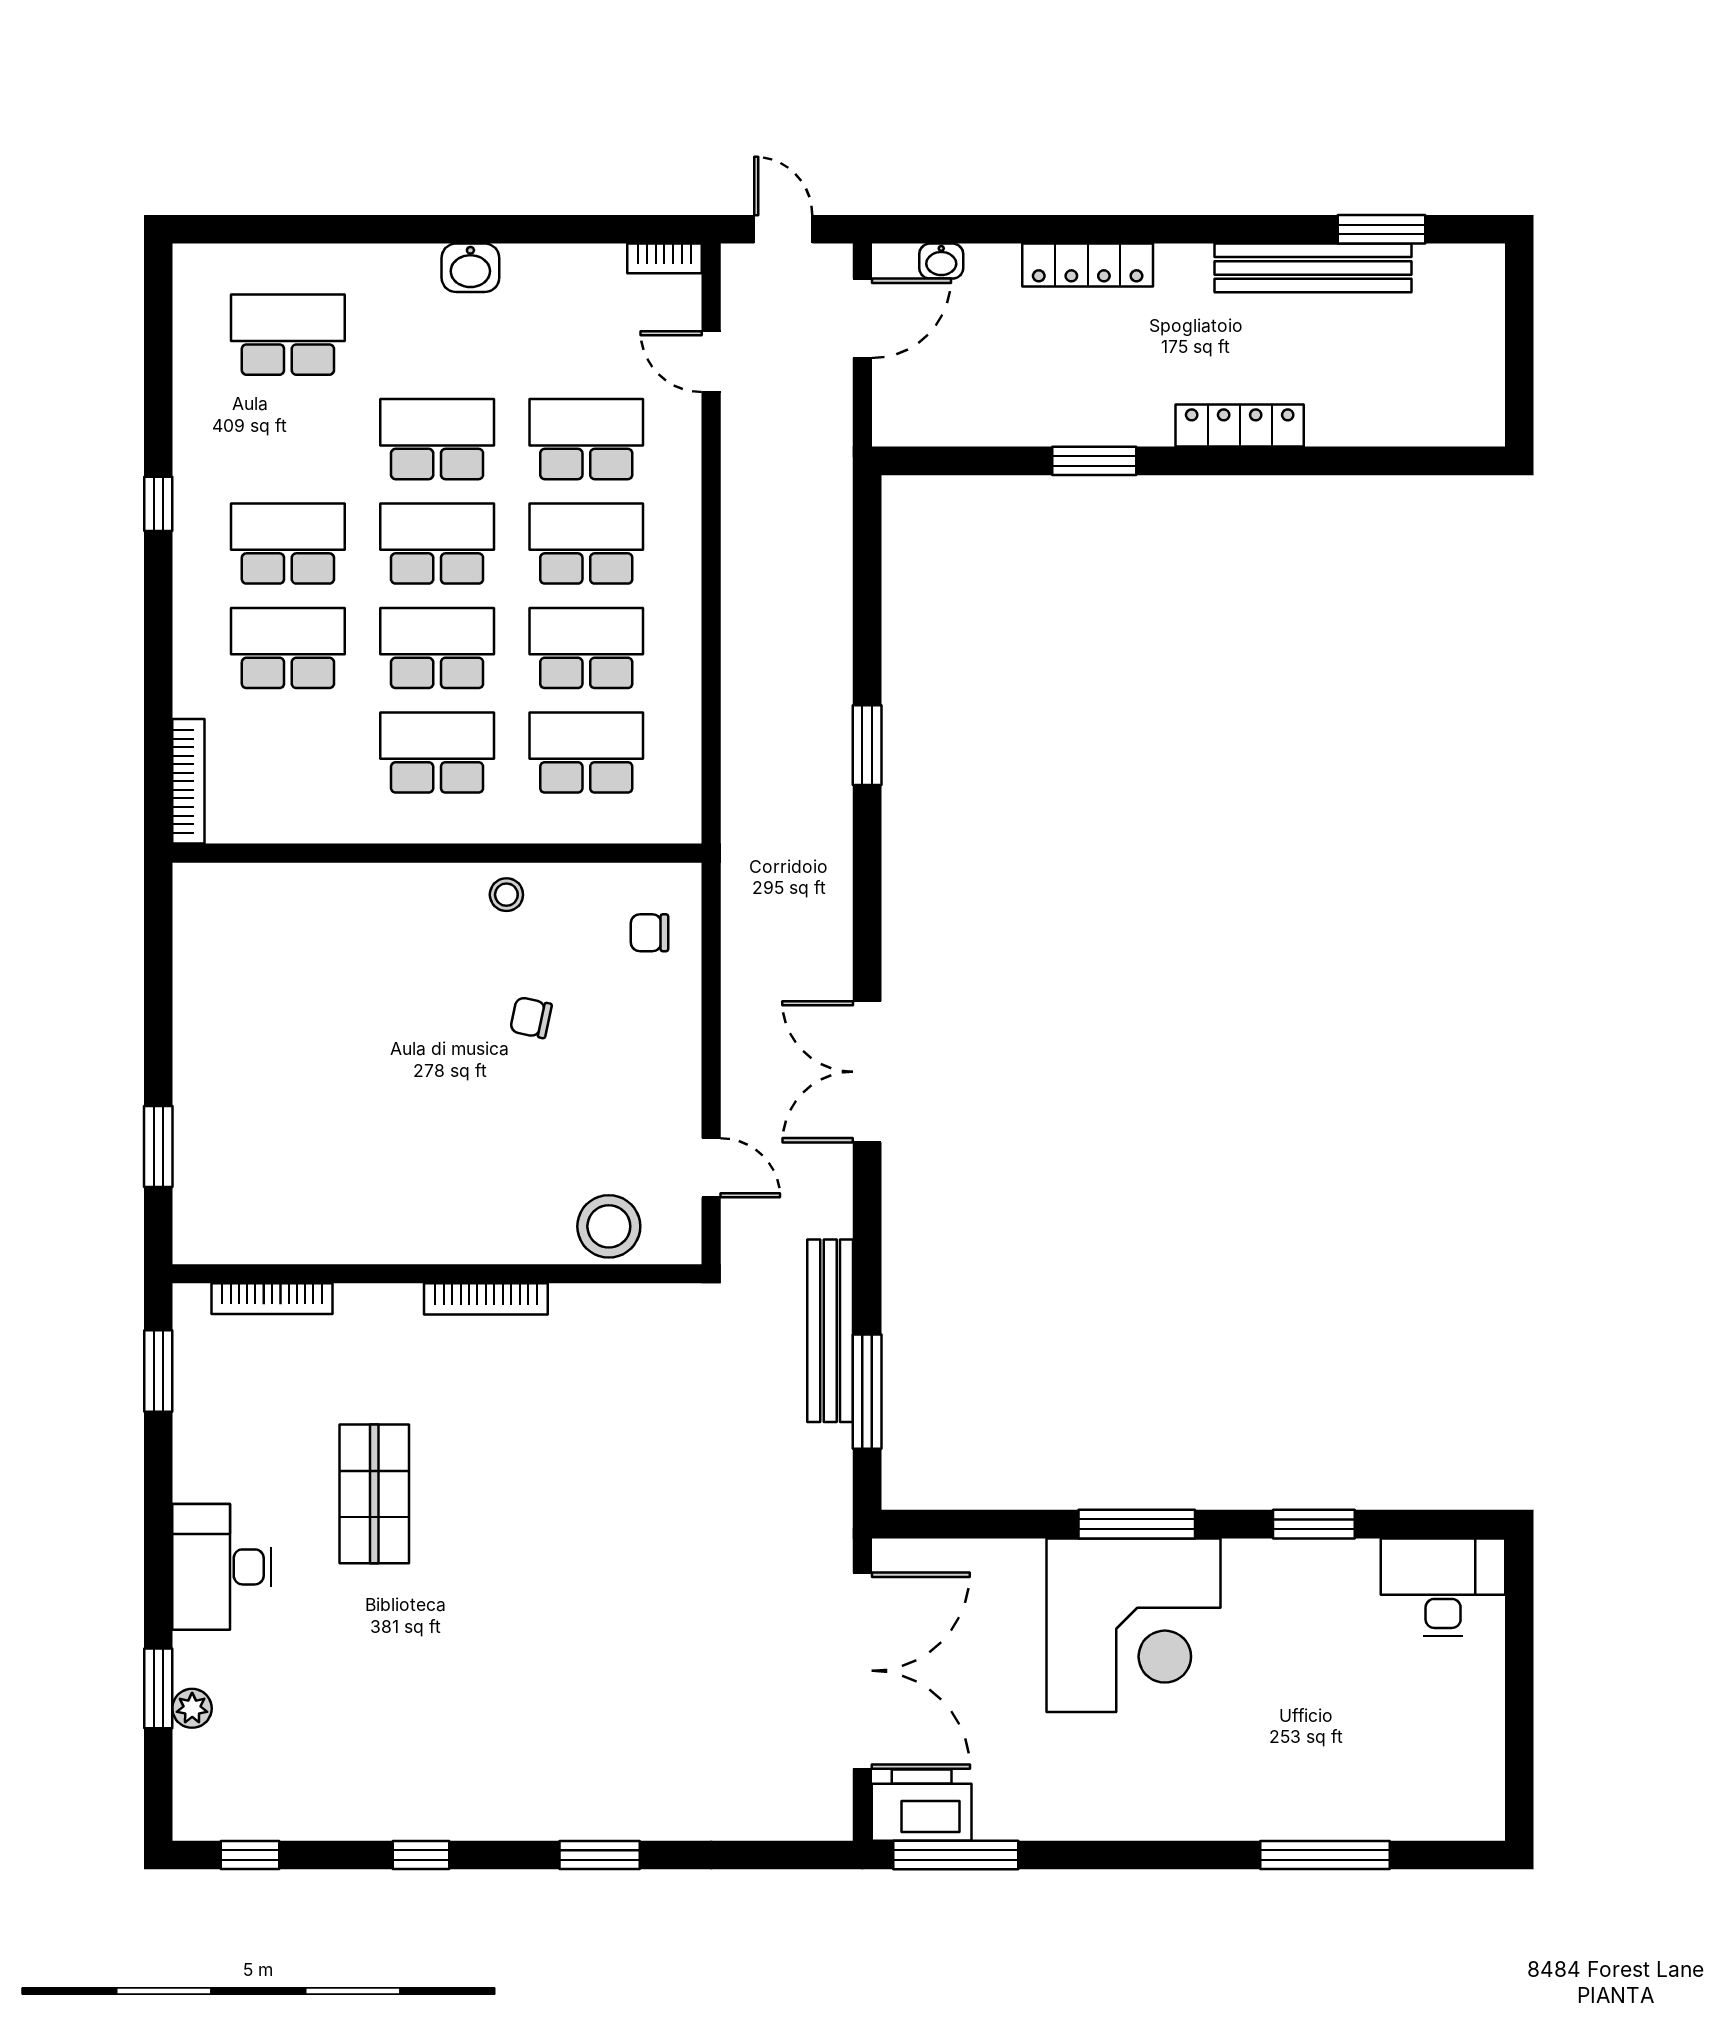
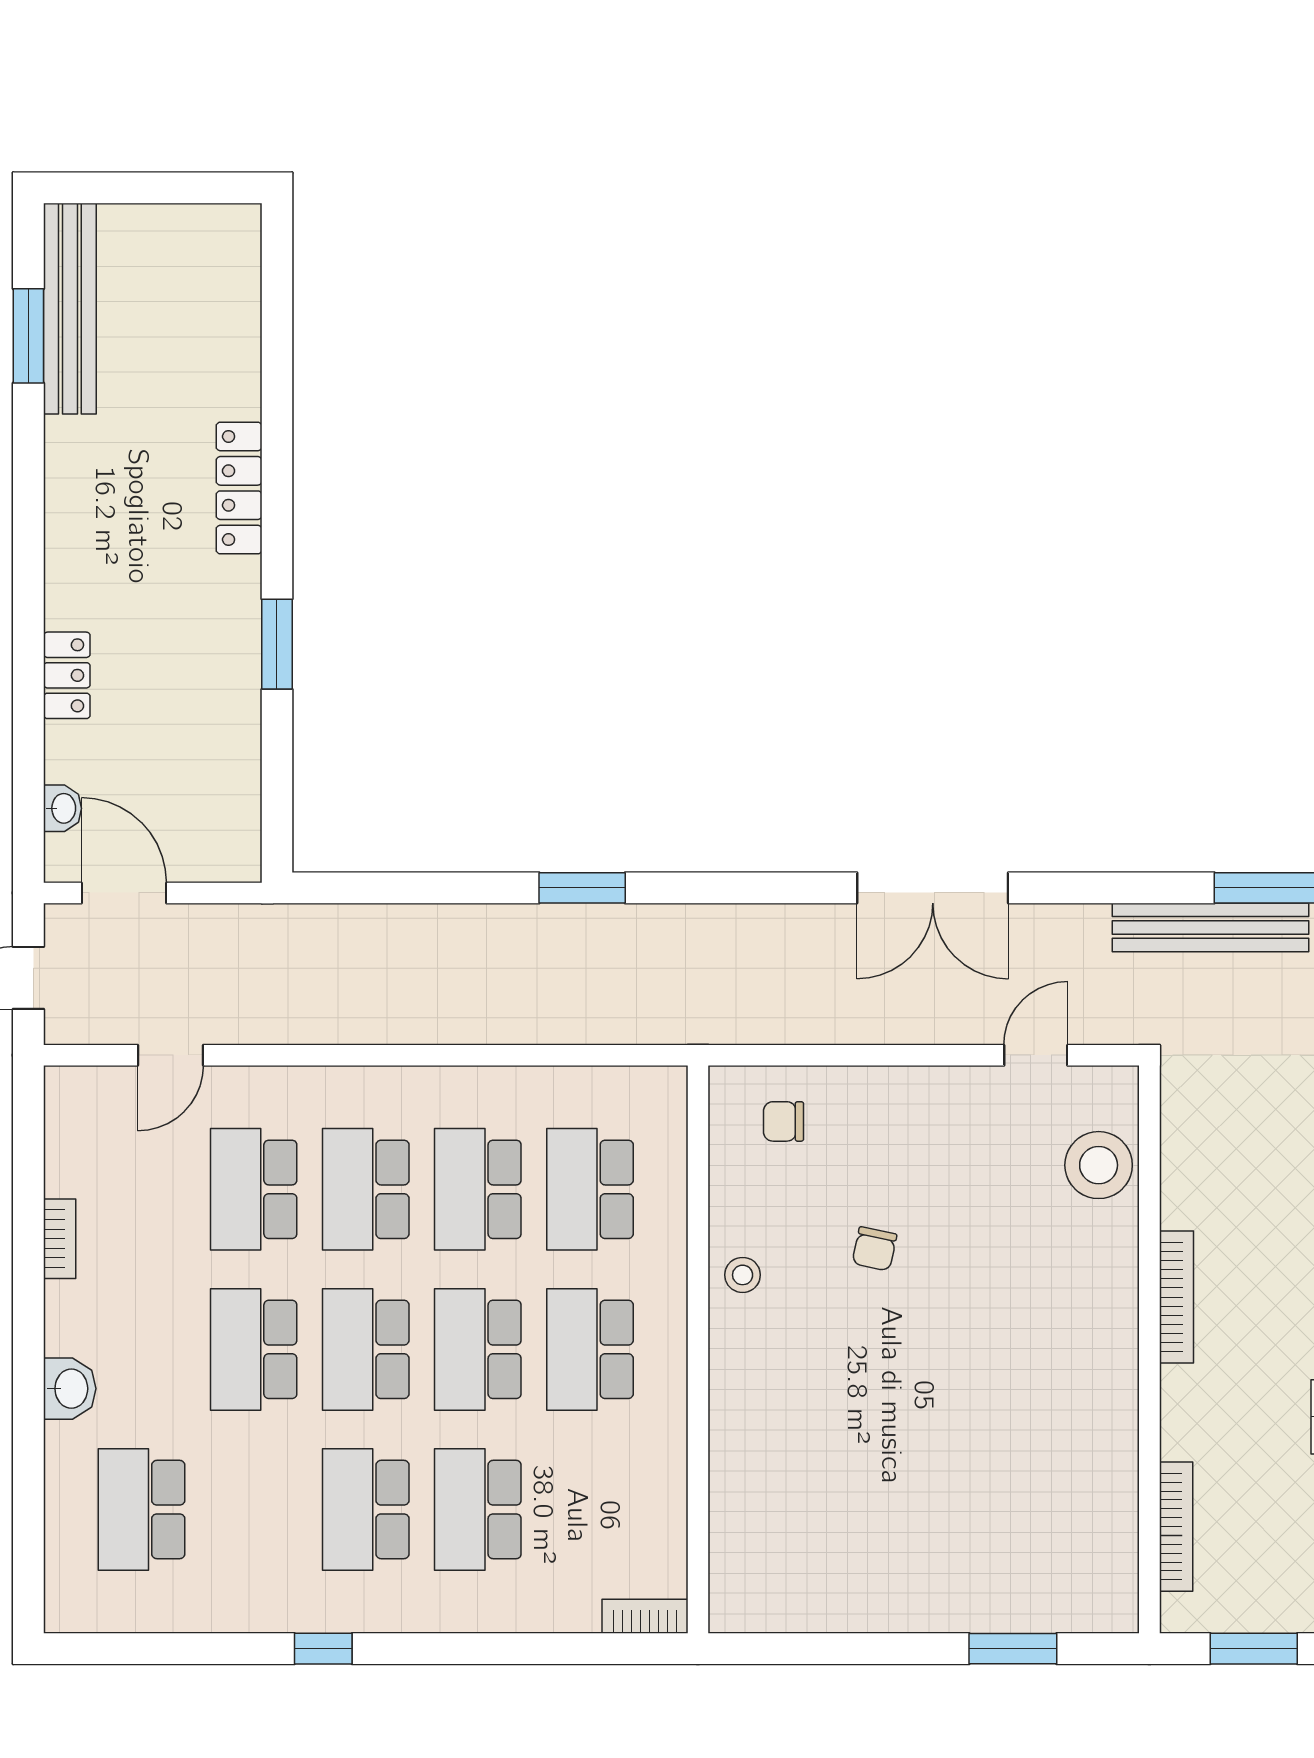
bookcase: (664, 258) -> (60, 1239), moved
locker: (1088, 265) -> (67, 675), width x0.66
washbasin: (470, 268) -> (70, 1389), moved
bench: (1313, 268) -> (70, 309), moved
bookcase: (188, 781) -> (645, 1616), width x0.64
chair: (650, 933) -> (783, 1121), turned 90

